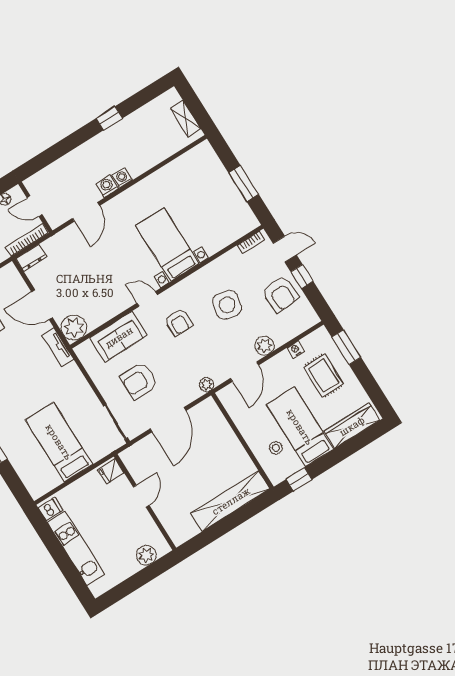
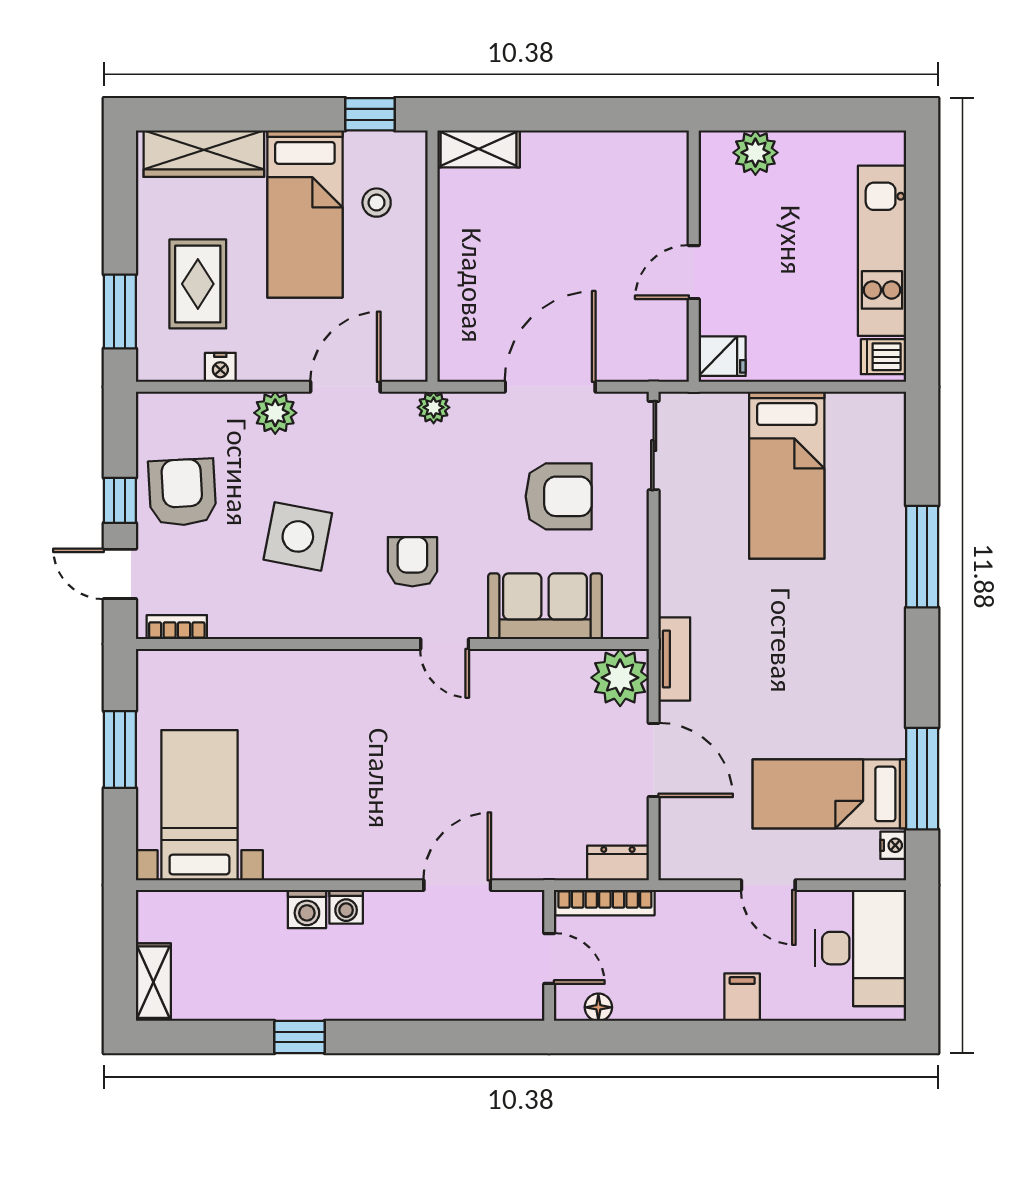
shelving: (185, 119) -> (153, 982), moved
washing machine: (107, 186) -> (307, 909), moved
bed with nightstands: (167, 245) -> (199, 805), moved, turned 180
shelving: (231, 501) -> (479, 149), width x0.45, depth x0.75

